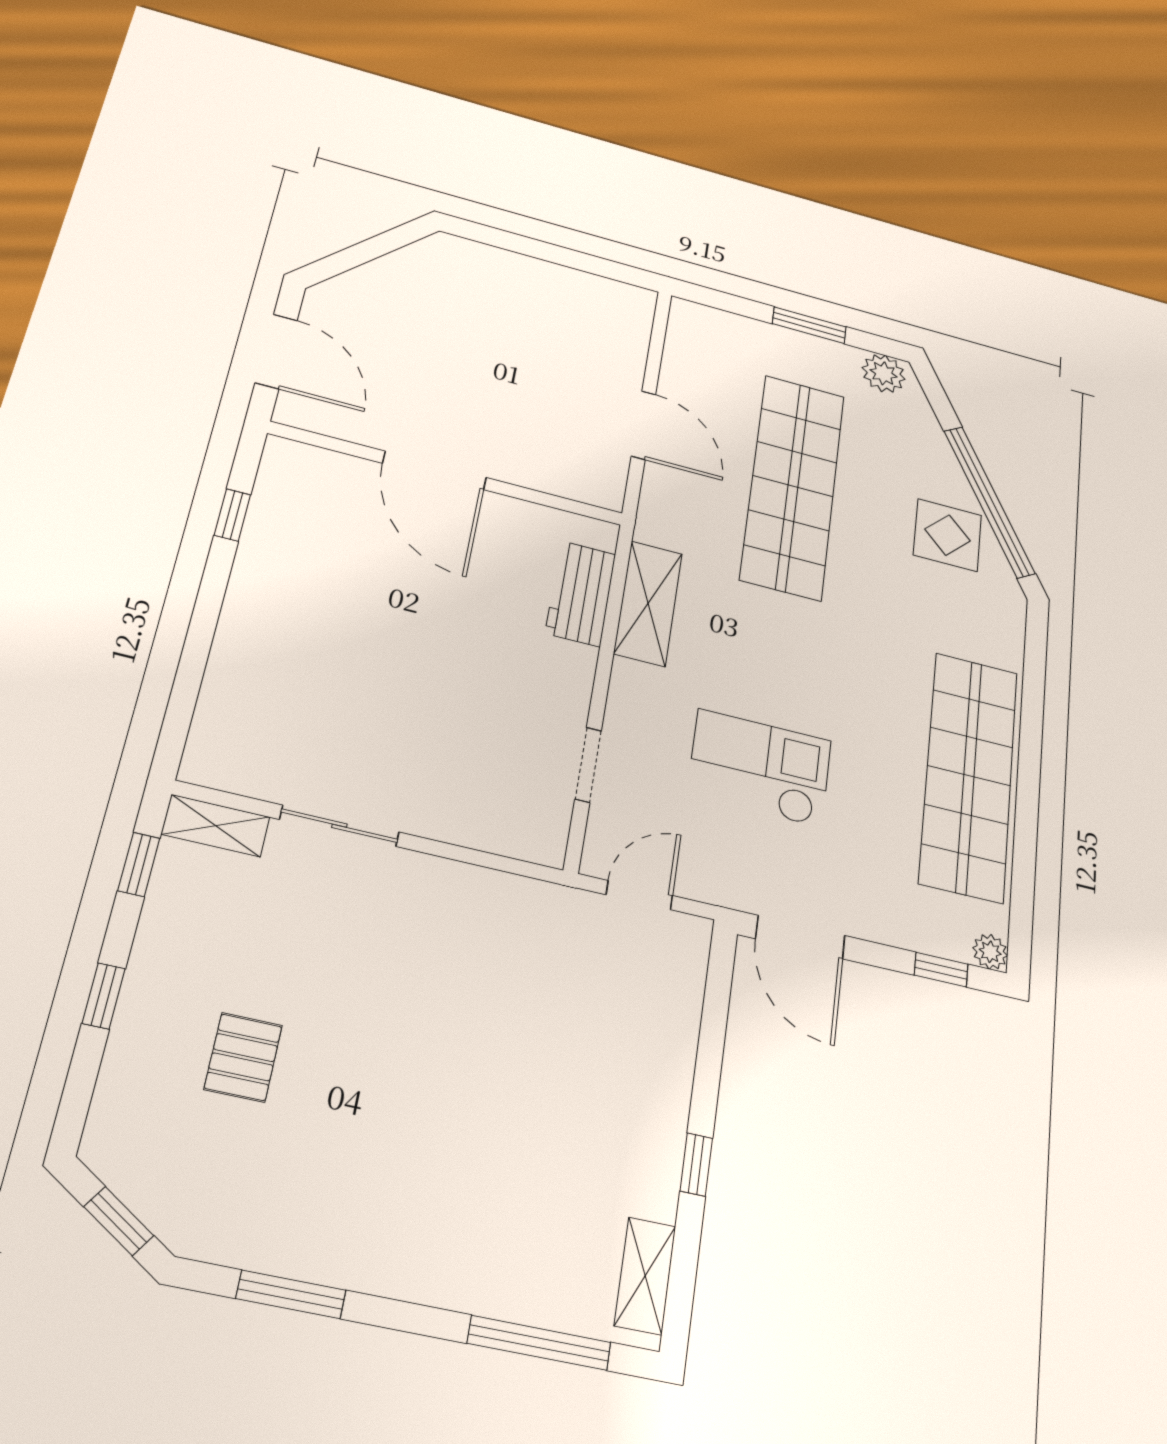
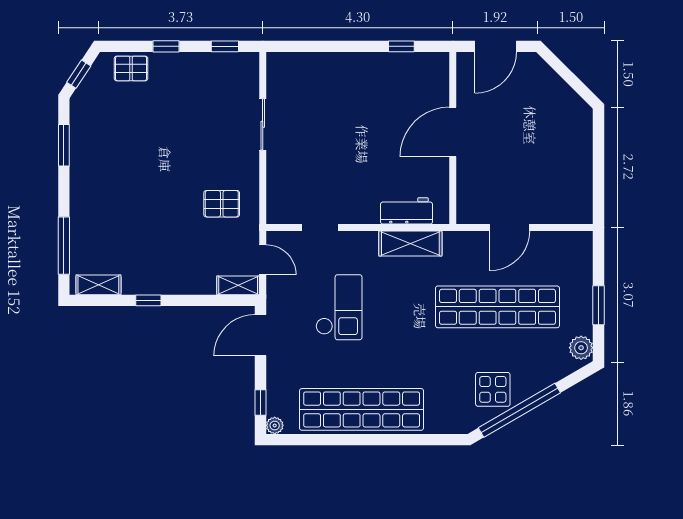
shelving: (216, 826) -> (238, 285), moved, turned 90
pallet: (502, 953) -> (222, 204), added
pallet: (243, 1057) -> (131, 68), moved

